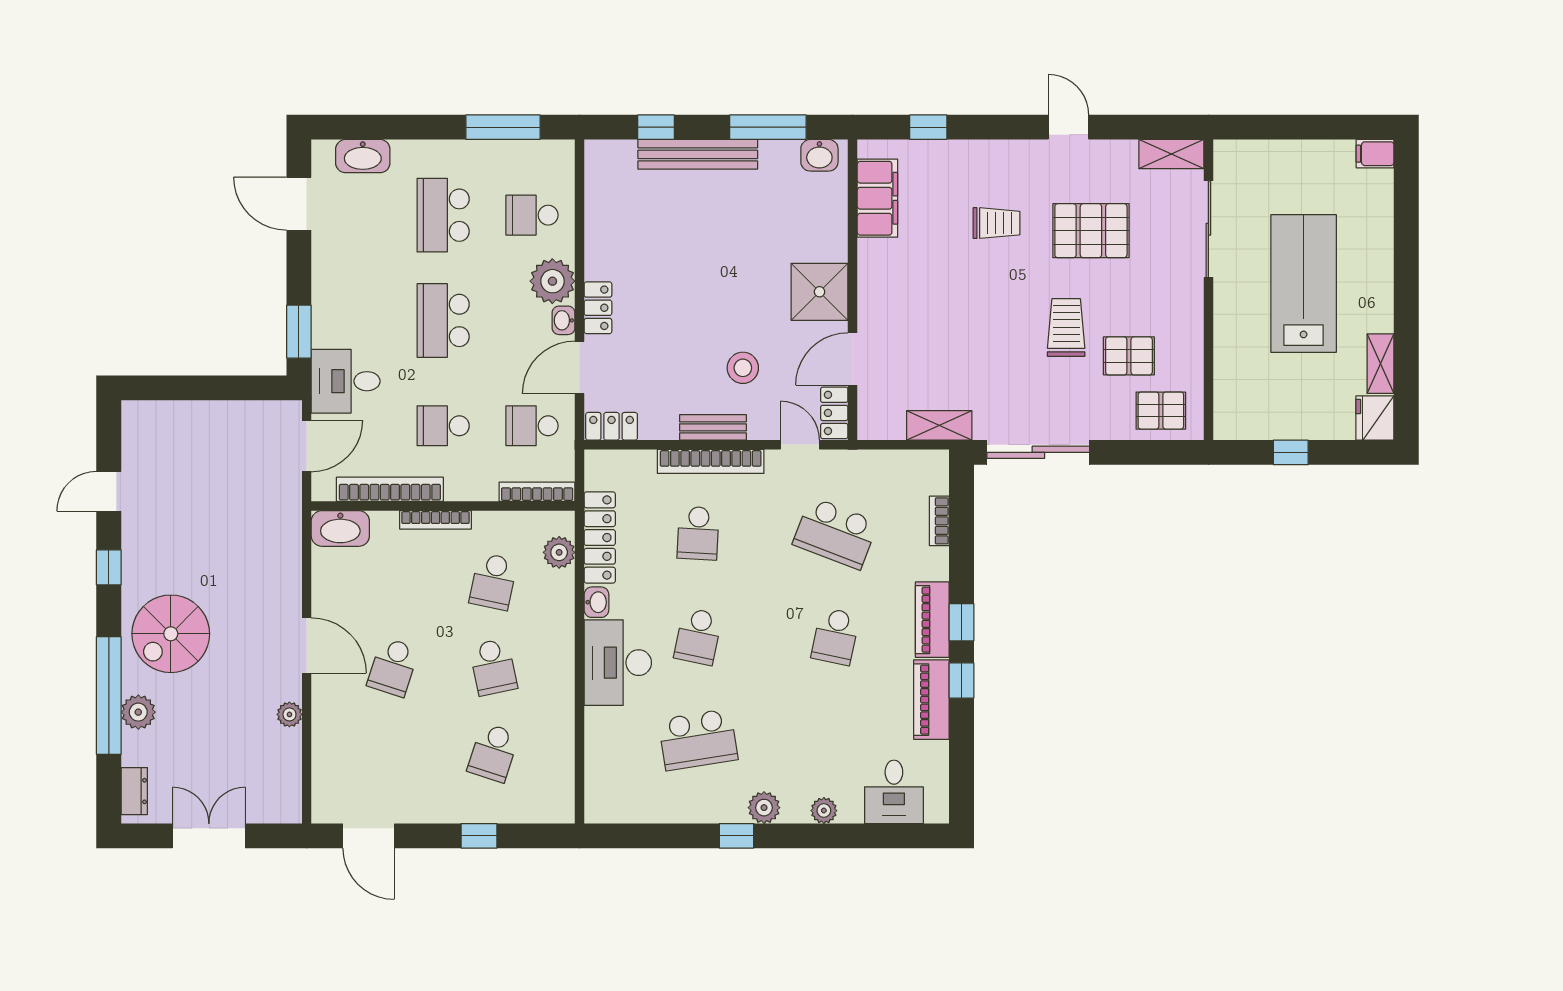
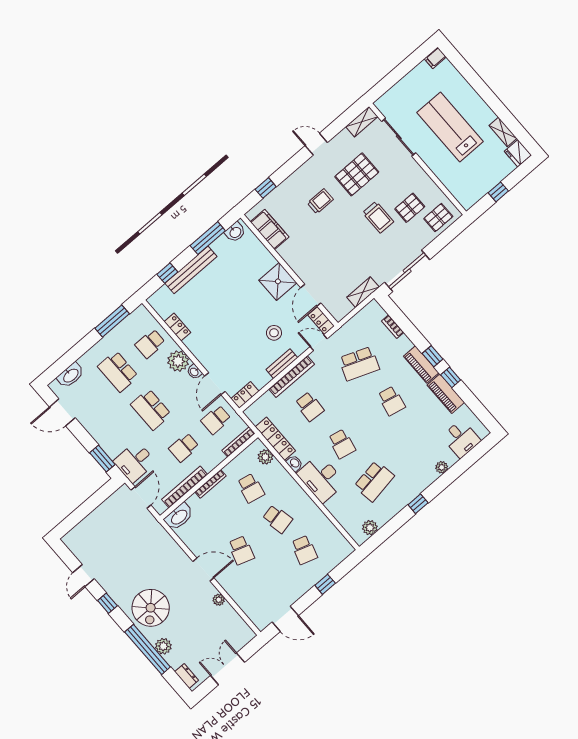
locker: (598, 308) -> (177, 327), moved
trolley: (1066, 328) -> (378, 217), turned 180
plant: (764, 808) -> (370, 528), moved

